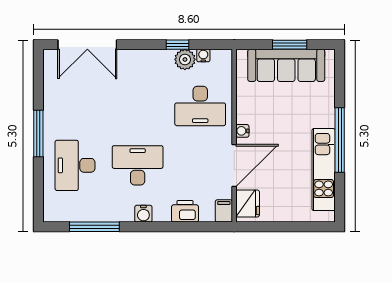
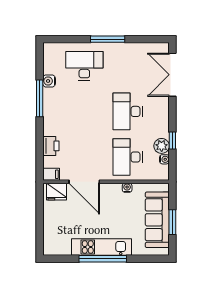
water cooler: (242, 131) -> (127, 188), moved
desk: (138, 165) -> (128, 111), moved, turned 180
kitchen unit: (324, 170) -> (102, 247), moved
water cooler: (143, 214) -> (49, 81), moved
window: (94, 227) -> (40, 98), moved

